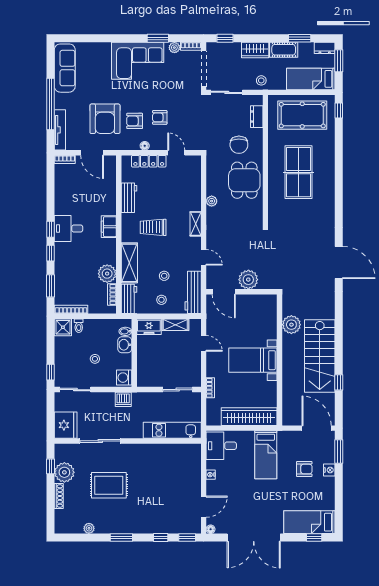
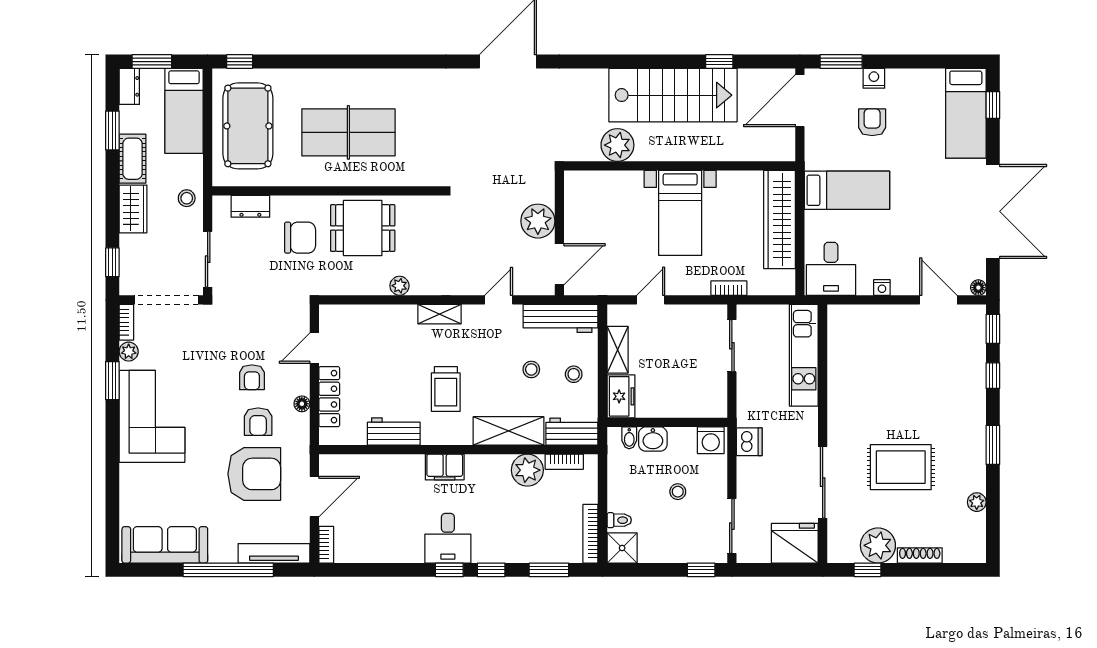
rug: (109, 485) -> (901, 467), turned 90

